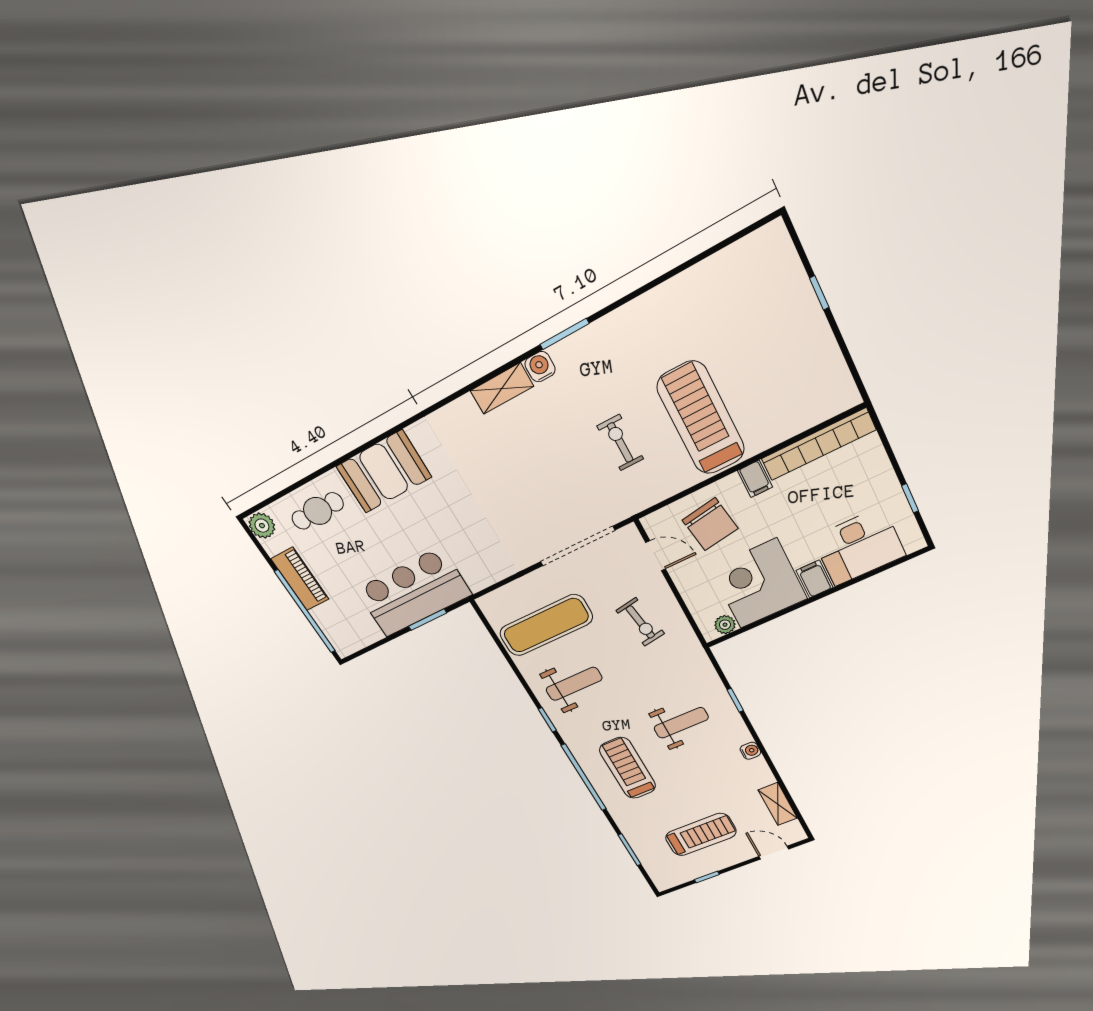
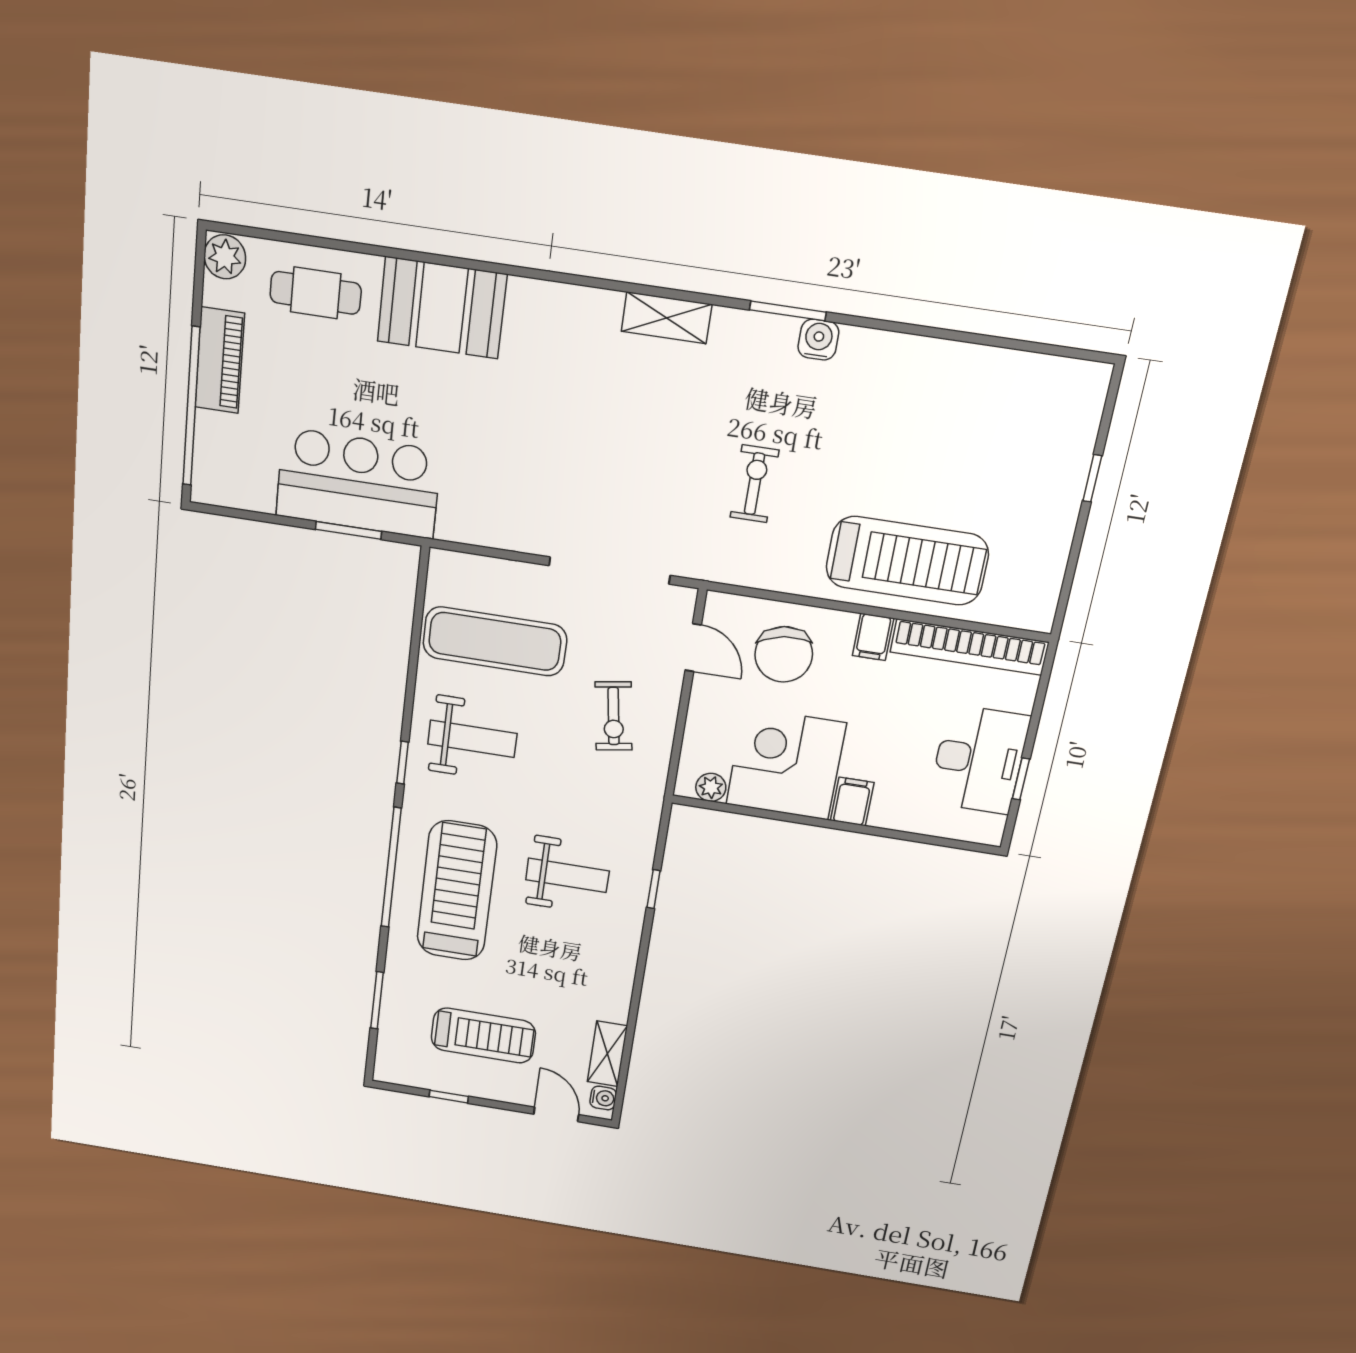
water cooler: (540, 367) -> (818, 340), moved
treadmill: (701, 418) -> (907, 561), moved, turned 90
desk: (859, 547) -> (979, 760), moved, turned -90
water cooler: (750, 751) -> (603, 1098), moved
treadmill: (628, 768) -> (457, 891), width x1.37, depth x1.38

